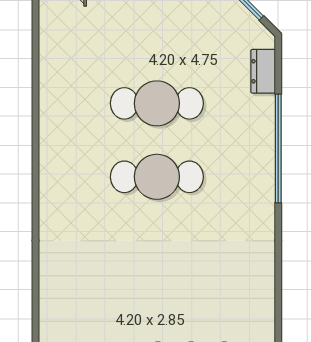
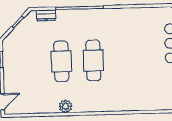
plant: (54, 110) -> (65, 106), added

